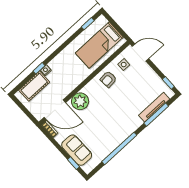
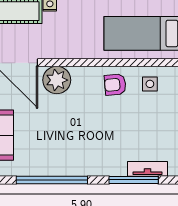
tv unit: (154, 107) -> (147, 169), width x0.71

